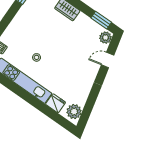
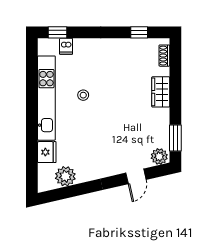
door: (108, 60) -> (136, 176), swing flipped
plant: (74, 112) -> (65, 176), moved

